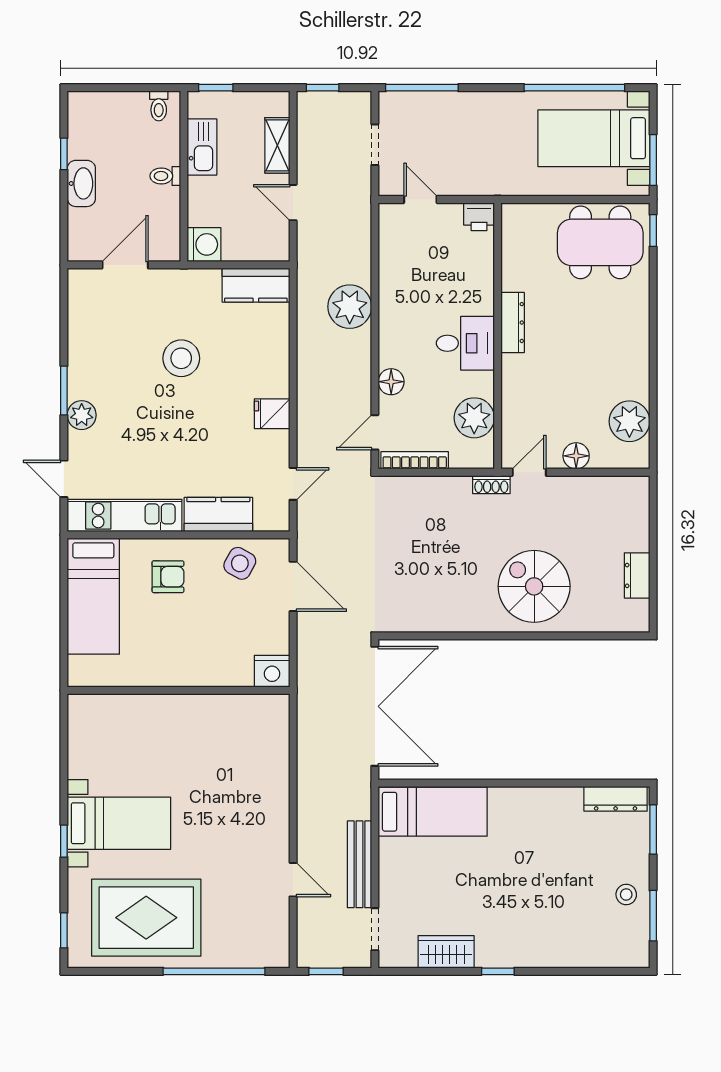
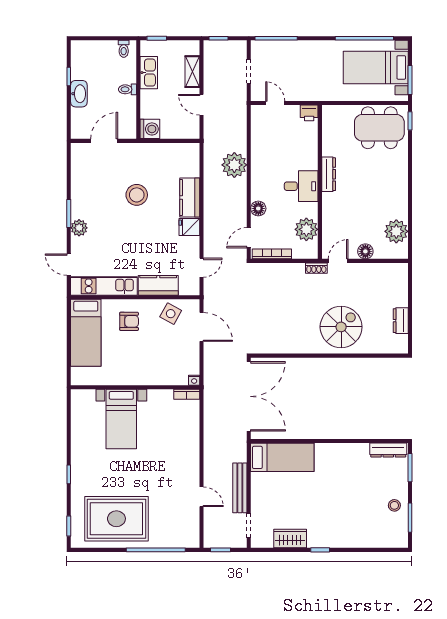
kitchen counter: (256, 285) -> (190, 198), moved, turned 90
spiral stairs: (534, 586) -> (341, 327), turned 90
nightstand: (272, 671) -> (194, 380), width x0.53, depth x0.56
bookcase: (268, 703) -> (187, 394), added
bed with nightstands: (119, 823) -> (121, 419), moved, turned 90

